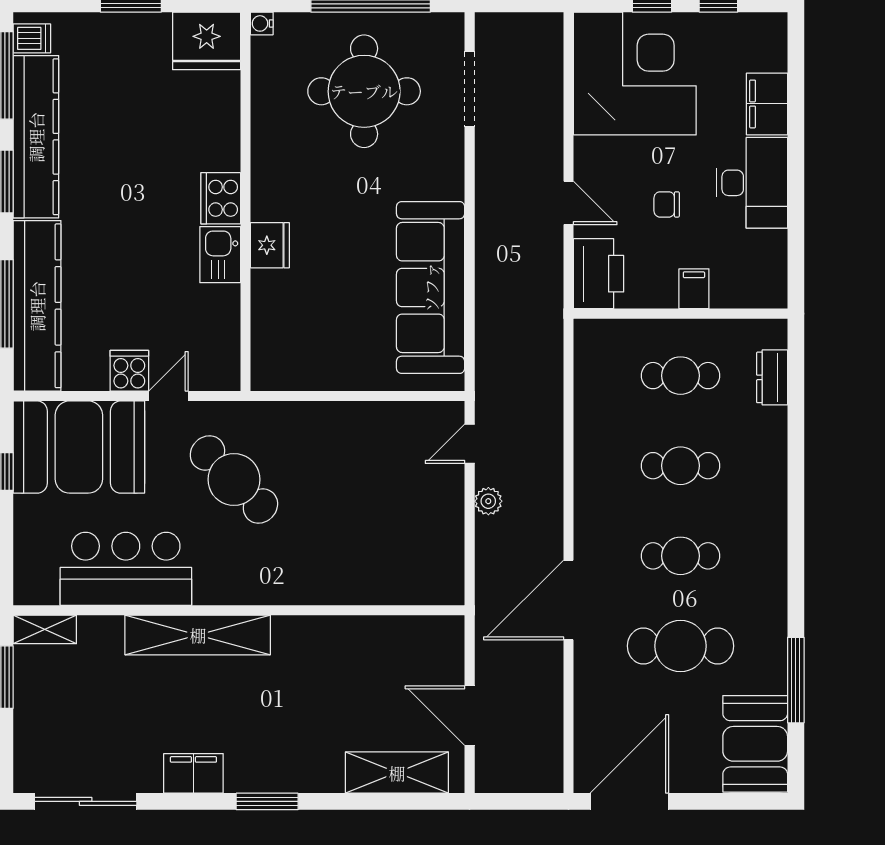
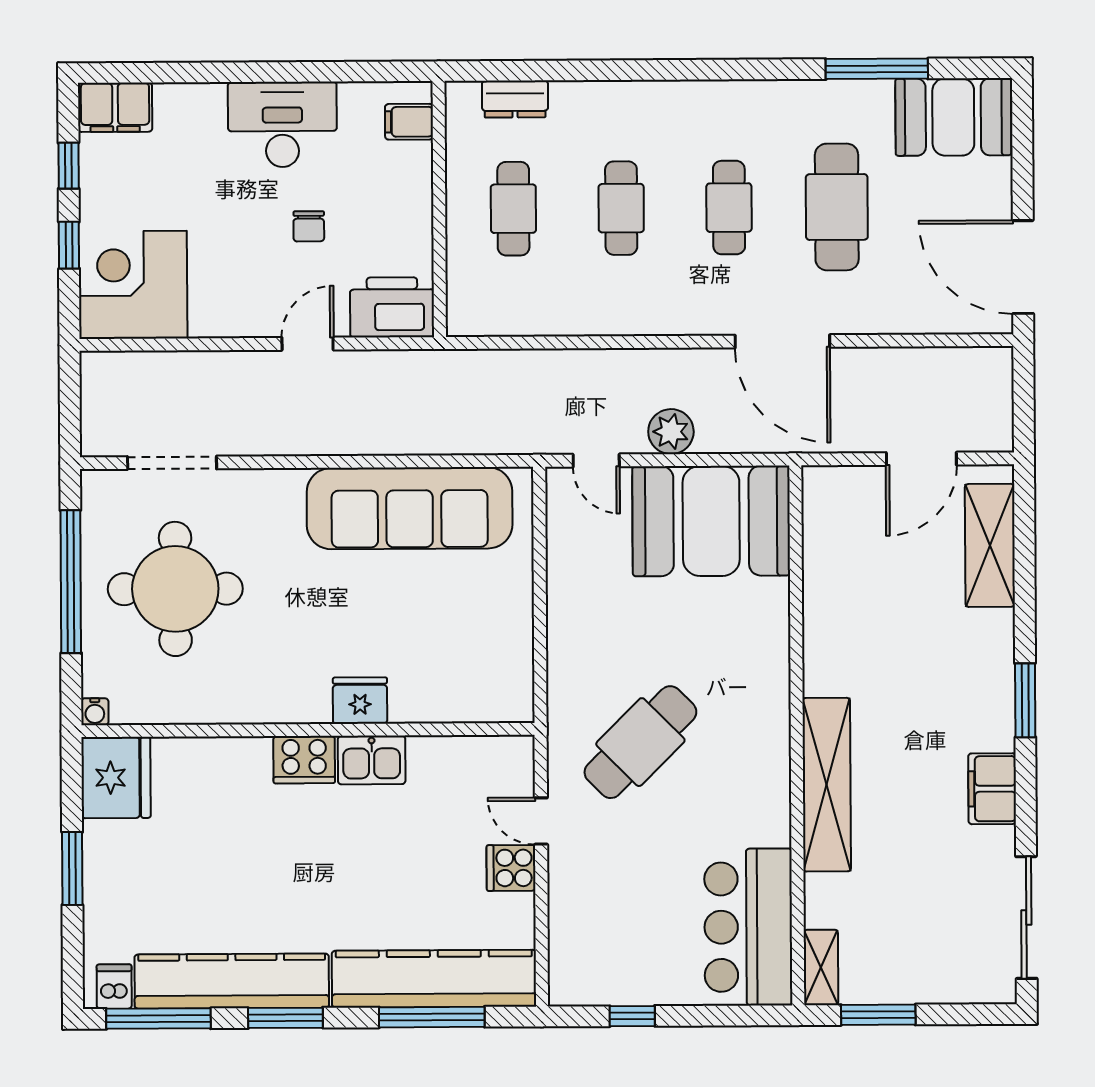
corner desk: (635, 74) -> (133, 285), width x0.74, depth x0.74
filing cabinet: (767, 104) -> (115, 107), moved
filing cabinet: (694, 289) -> (409, 122), moved
booth: (79, 447) -> (711, 521), moved, turned 90
plant: (488, 501) -> (671, 432), width x1.38, depth x1.38
bar counter: (126, 569) -> (748, 927), moved

